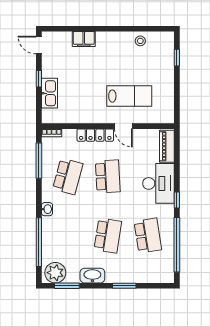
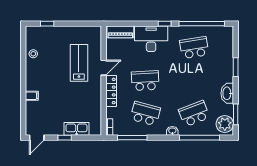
filing cabinet: (84, 39) -> (32, 96), width x0.50
school desk: (108, 236) -> (194, 114), moved, turned -30

